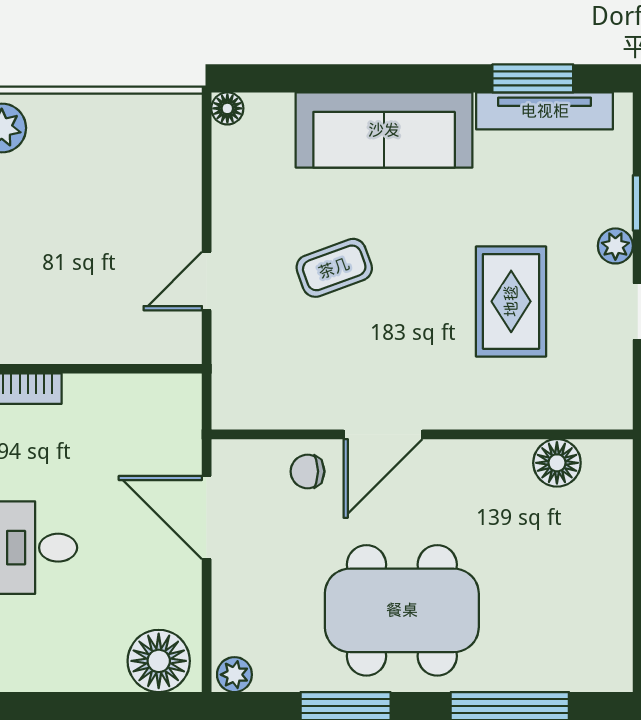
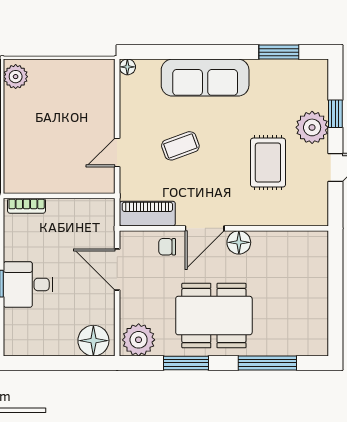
tv unit: (545, 111) -> (285, 68), removed
plant: (615, 246) -> (312, 127), width x1.88, depth x1.88
piano: (268, 405) -> (147, 214), added
floor lamp: (557, 463) -> (239, 242), moved
plant: (234, 675) -> (139, 340), width x1.88, depth x1.88

